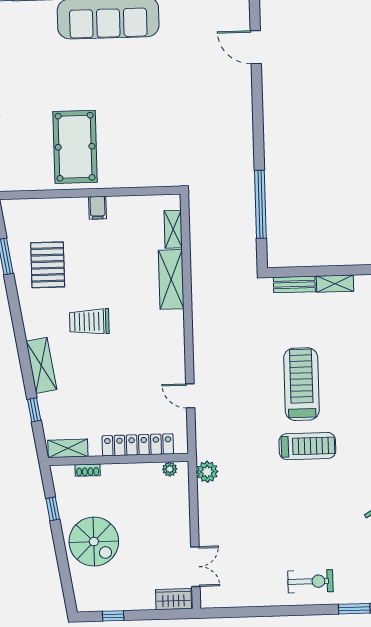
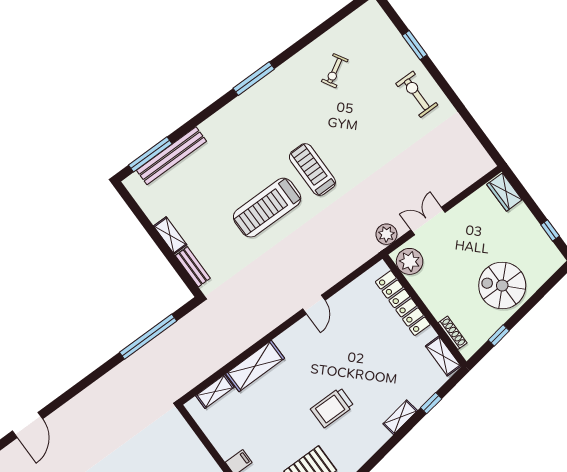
trolley: (89, 322) -> (332, 407), turned 90
shelving: (41, 365) -> (400, 417), width x0.67, depth x0.75
door: (190, 396) -> (314, 305), moved
plant: (170, 469) -> (410, 261), width x1.88, depth x1.88
shoe rack: (88, 470) -> (453, 333), width x1.43
spiral stairs: (94, 542) -> (502, 285), turned -90
double door: (195, 567) -> (428, 221), moved

